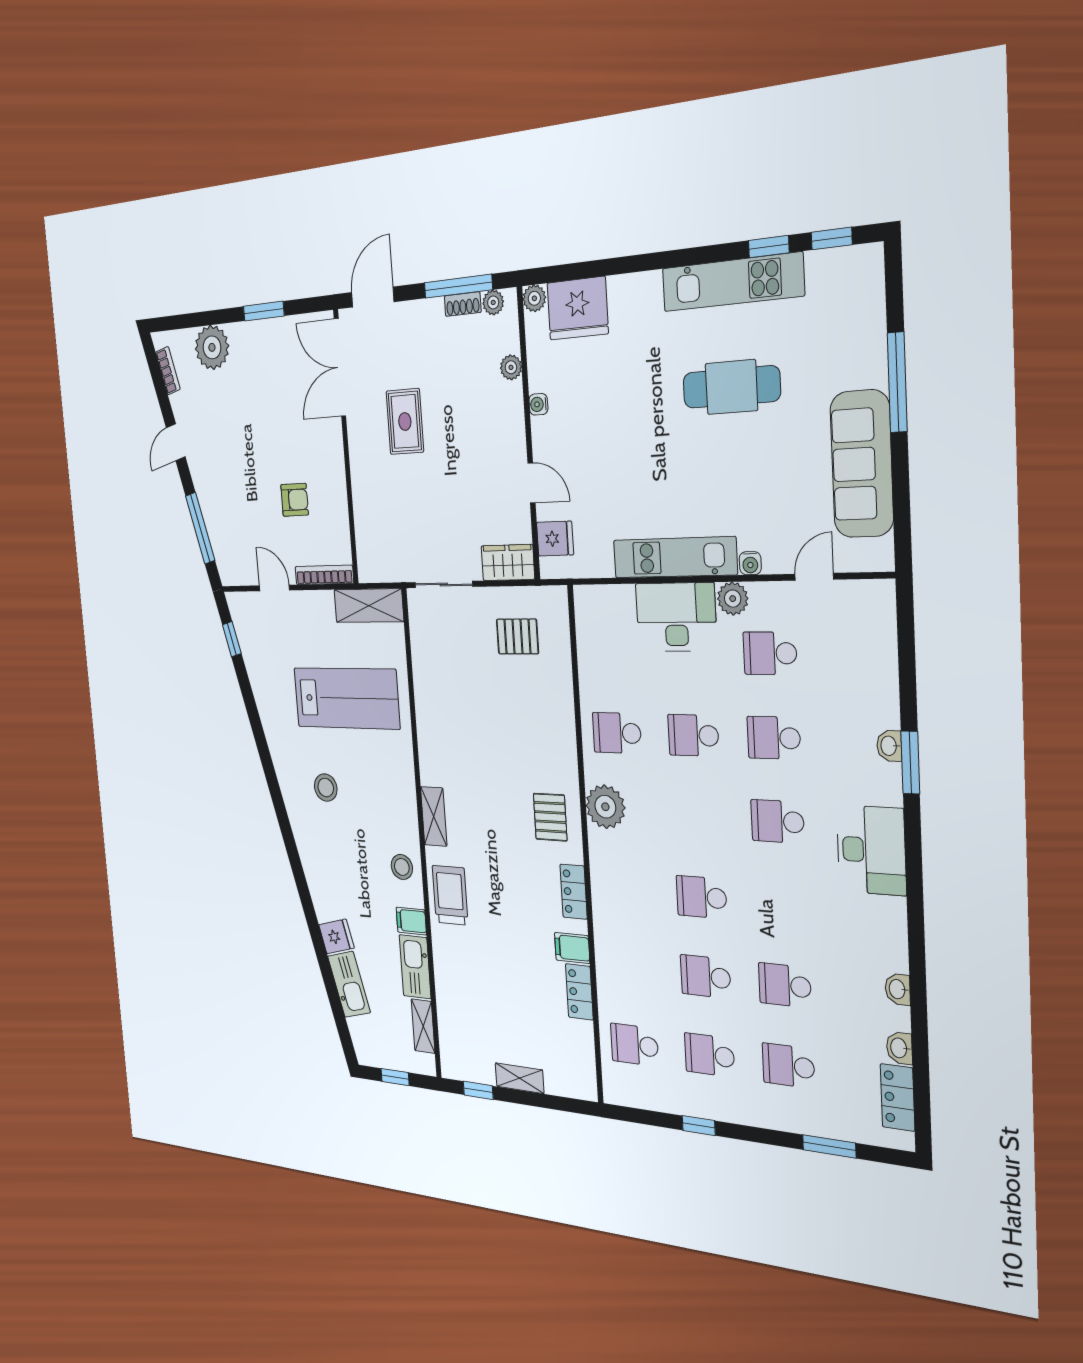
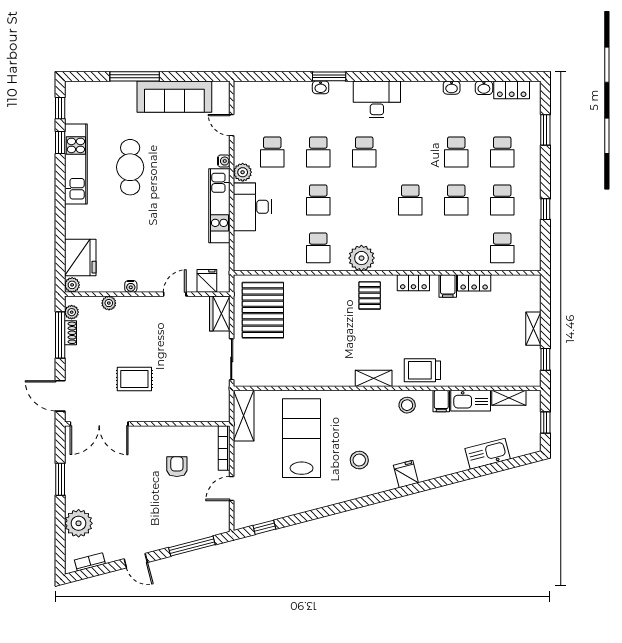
pallet: (518, 636) -> (263, 310), width x2.05, depth x2.00
pallet: (550, 817) -> (370, 295), turned 90
fridge: (336, 936) -> (406, 474), moved

